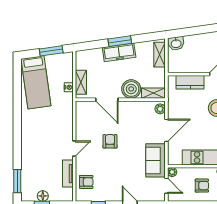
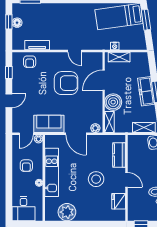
window: (51, 51) -> (146, 20), moved
armchair: (110, 141) -> (66, 83), width x1.88, depth x1.88
door: (74, 149) -> (75, 51), moved

